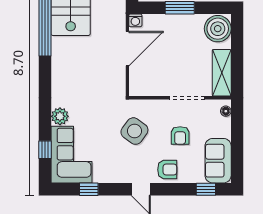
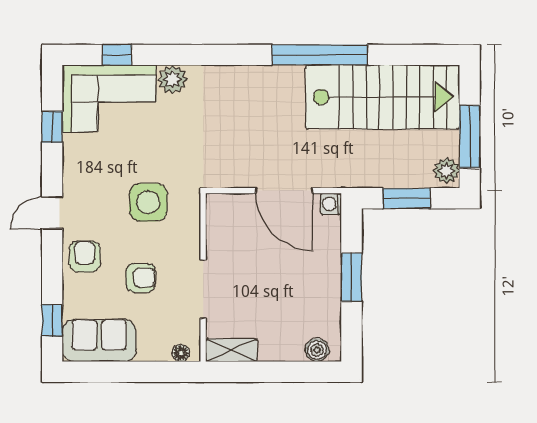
boiler: (218, 29) -> (317, 350), width x0.54, depth x0.54
shelving: (222, 73) -> (231, 350), width x0.67, depth x0.75
side table: (134, 131) -> (148, 202), turned -36
armchair: (180, 135) -> (141, 278), turned 180
armchair: (167, 170) -> (85, 256), turned 180

